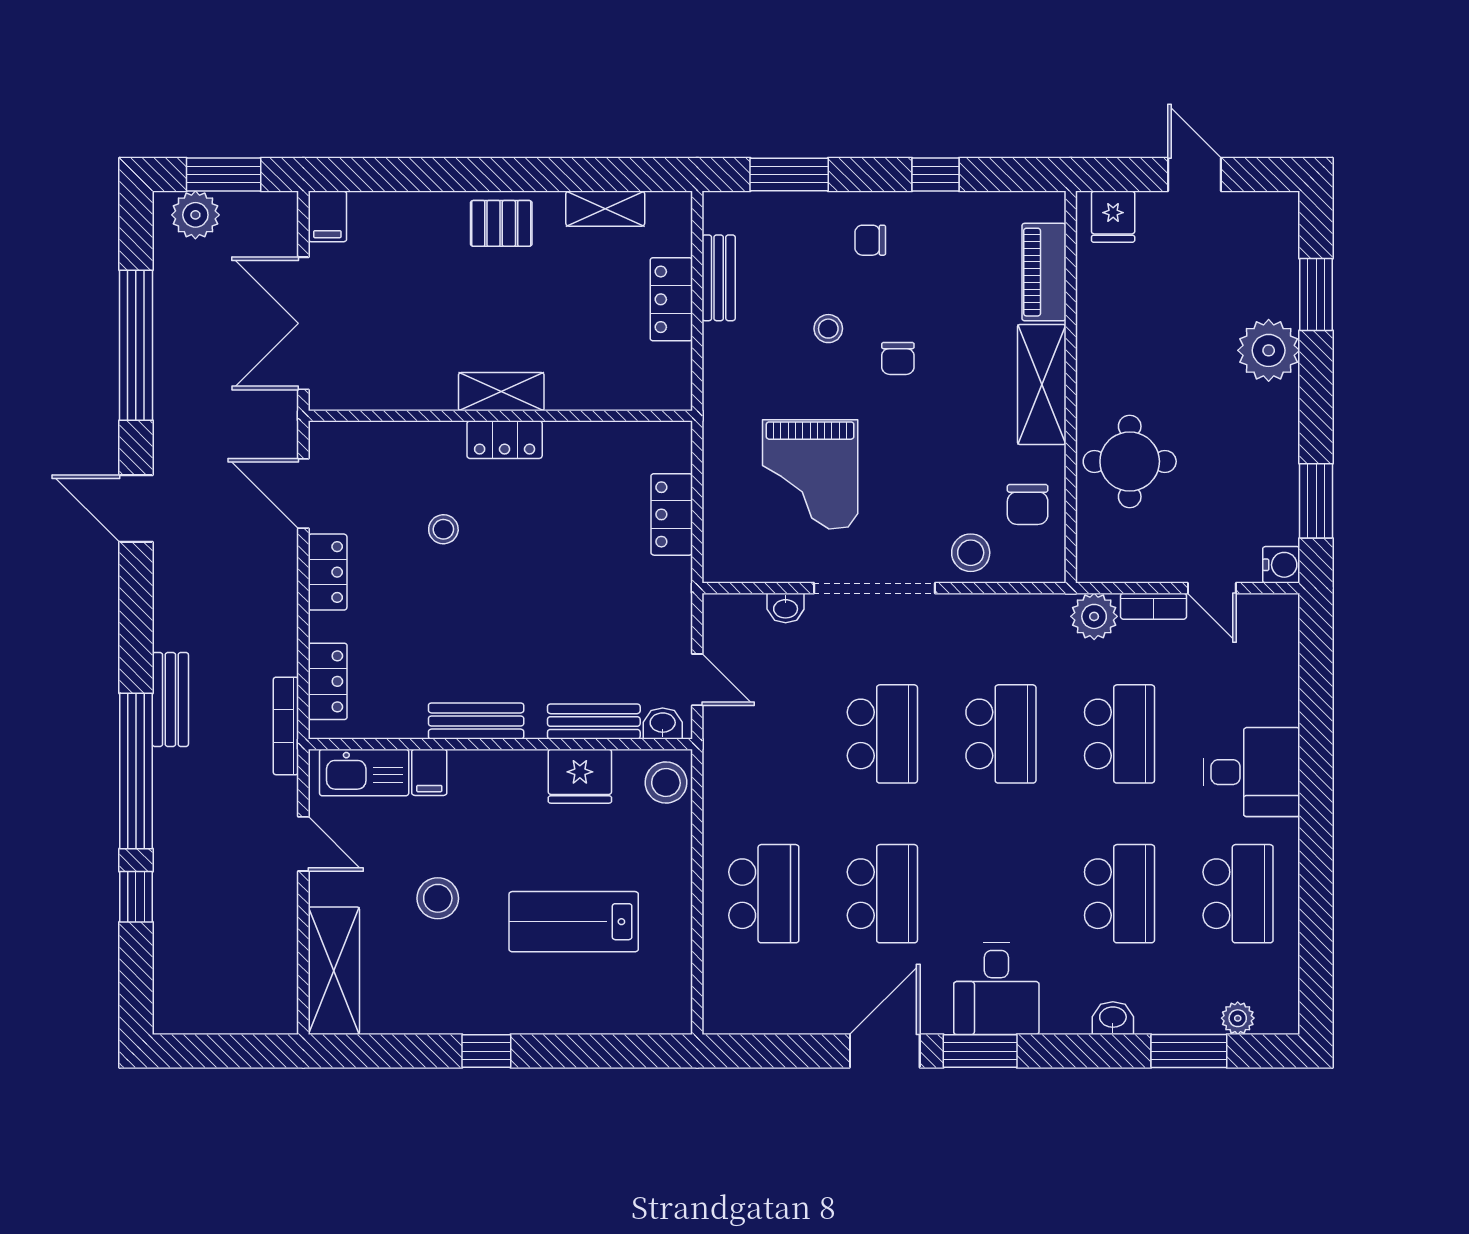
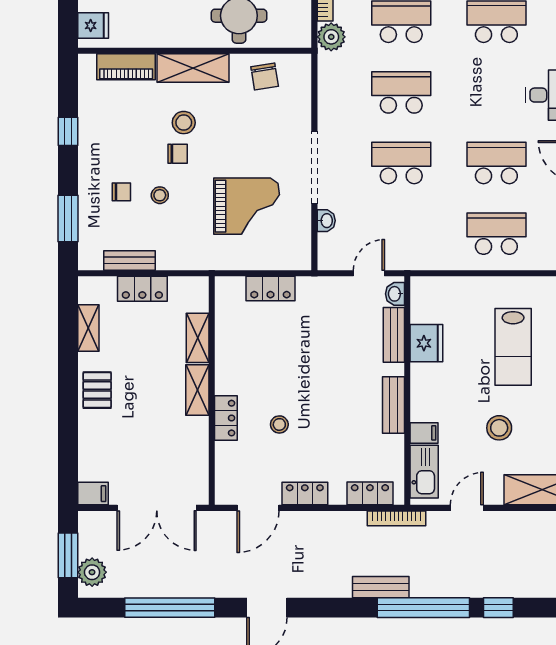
chair: (870, 240) -> (121, 192), moved, turned -90
shelving: (589, 392) -> (198, 338), added
locker: (505, 440) -> (226, 418), moved
chair: (1028, 504) -> (265, 76), turned 81
stool: (971, 553) -> (184, 123), moved
stool: (666, 782) -> (430, 292), removed

